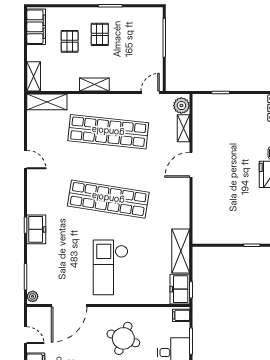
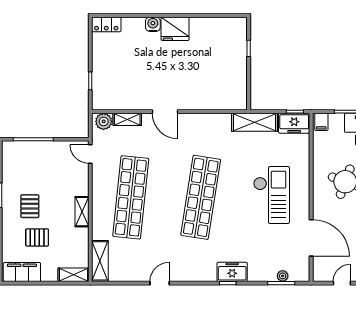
pallet: (100, 34) -> (30, 206), turned 90
checkout: (111, 267) -> (271, 195), turned -90
plant: (33, 296) -> (283, 276), moved

